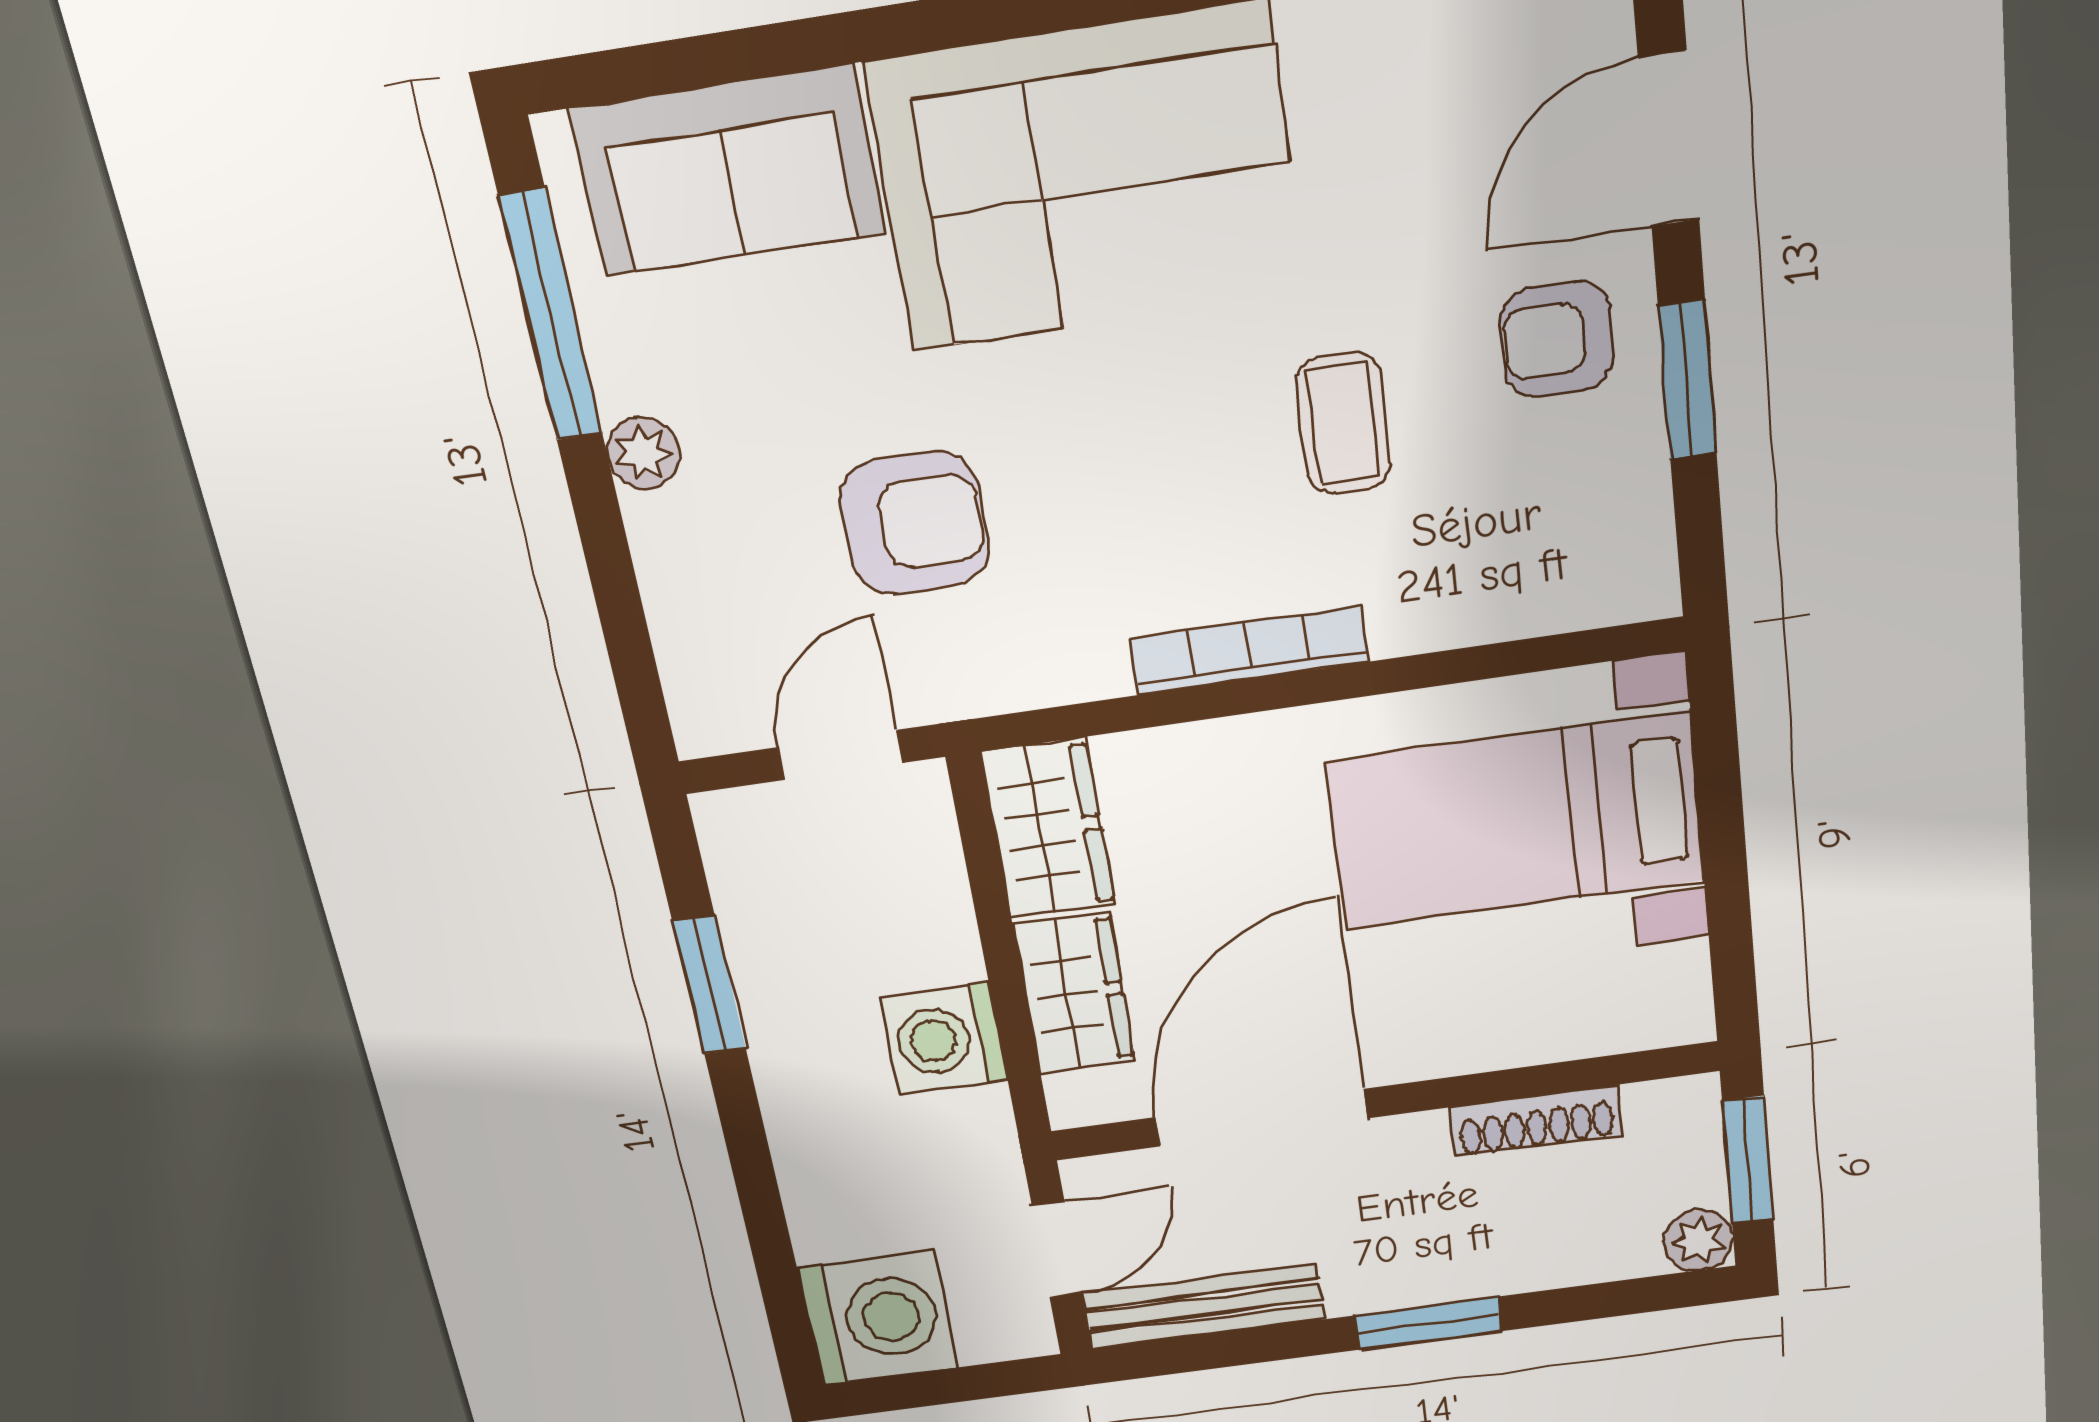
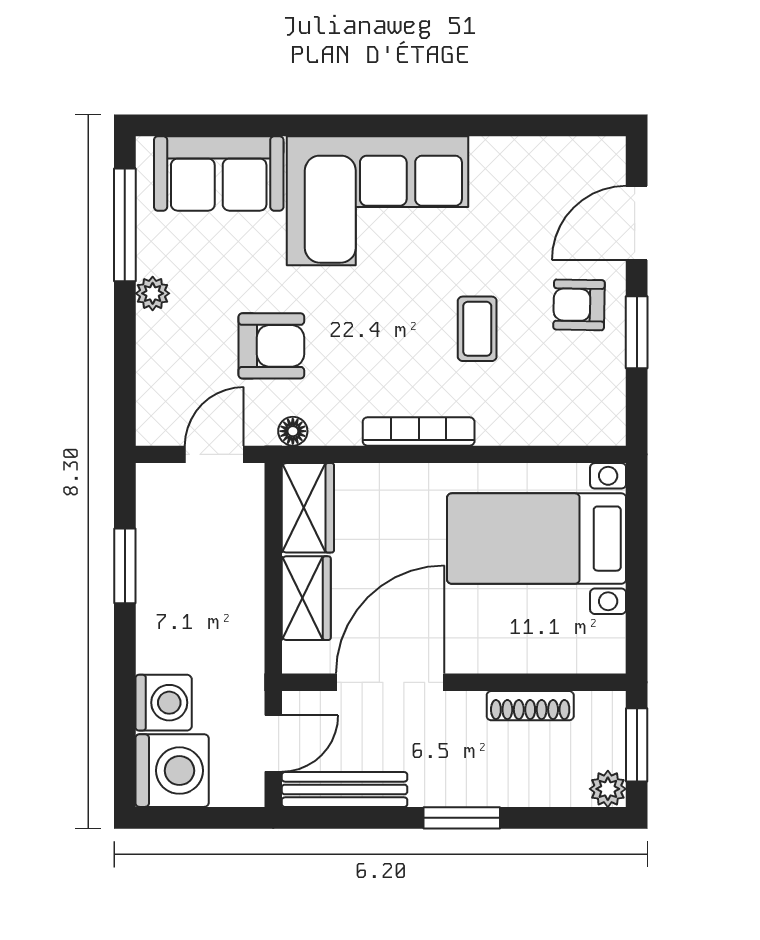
floor lamp: (991, 687) -> (293, 431), added
washing machine: (944, 1039) -> (164, 703), moved, turned 180

